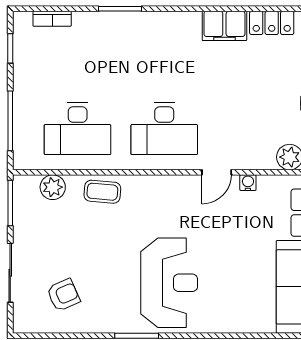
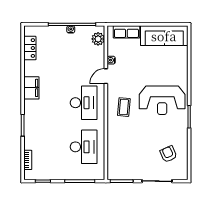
filing cabinet: (224, 26) -> (31, 88), moved
door: (217, 172) -> (106, 76), swing flipped
plant: (53, 187) -> (113, 160), removed
coffee table: (102, 192) -> (124, 107), moved
reception desk: (169, 283) -> (162, 100), turned 180

